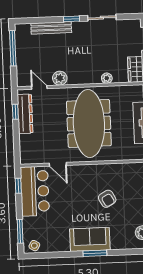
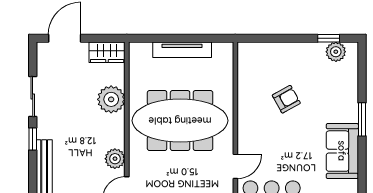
plant: (107, 78) -> (111, 99), width x1.87, depth x1.87
sofa: (90, 239) -> (342, 151), moved

